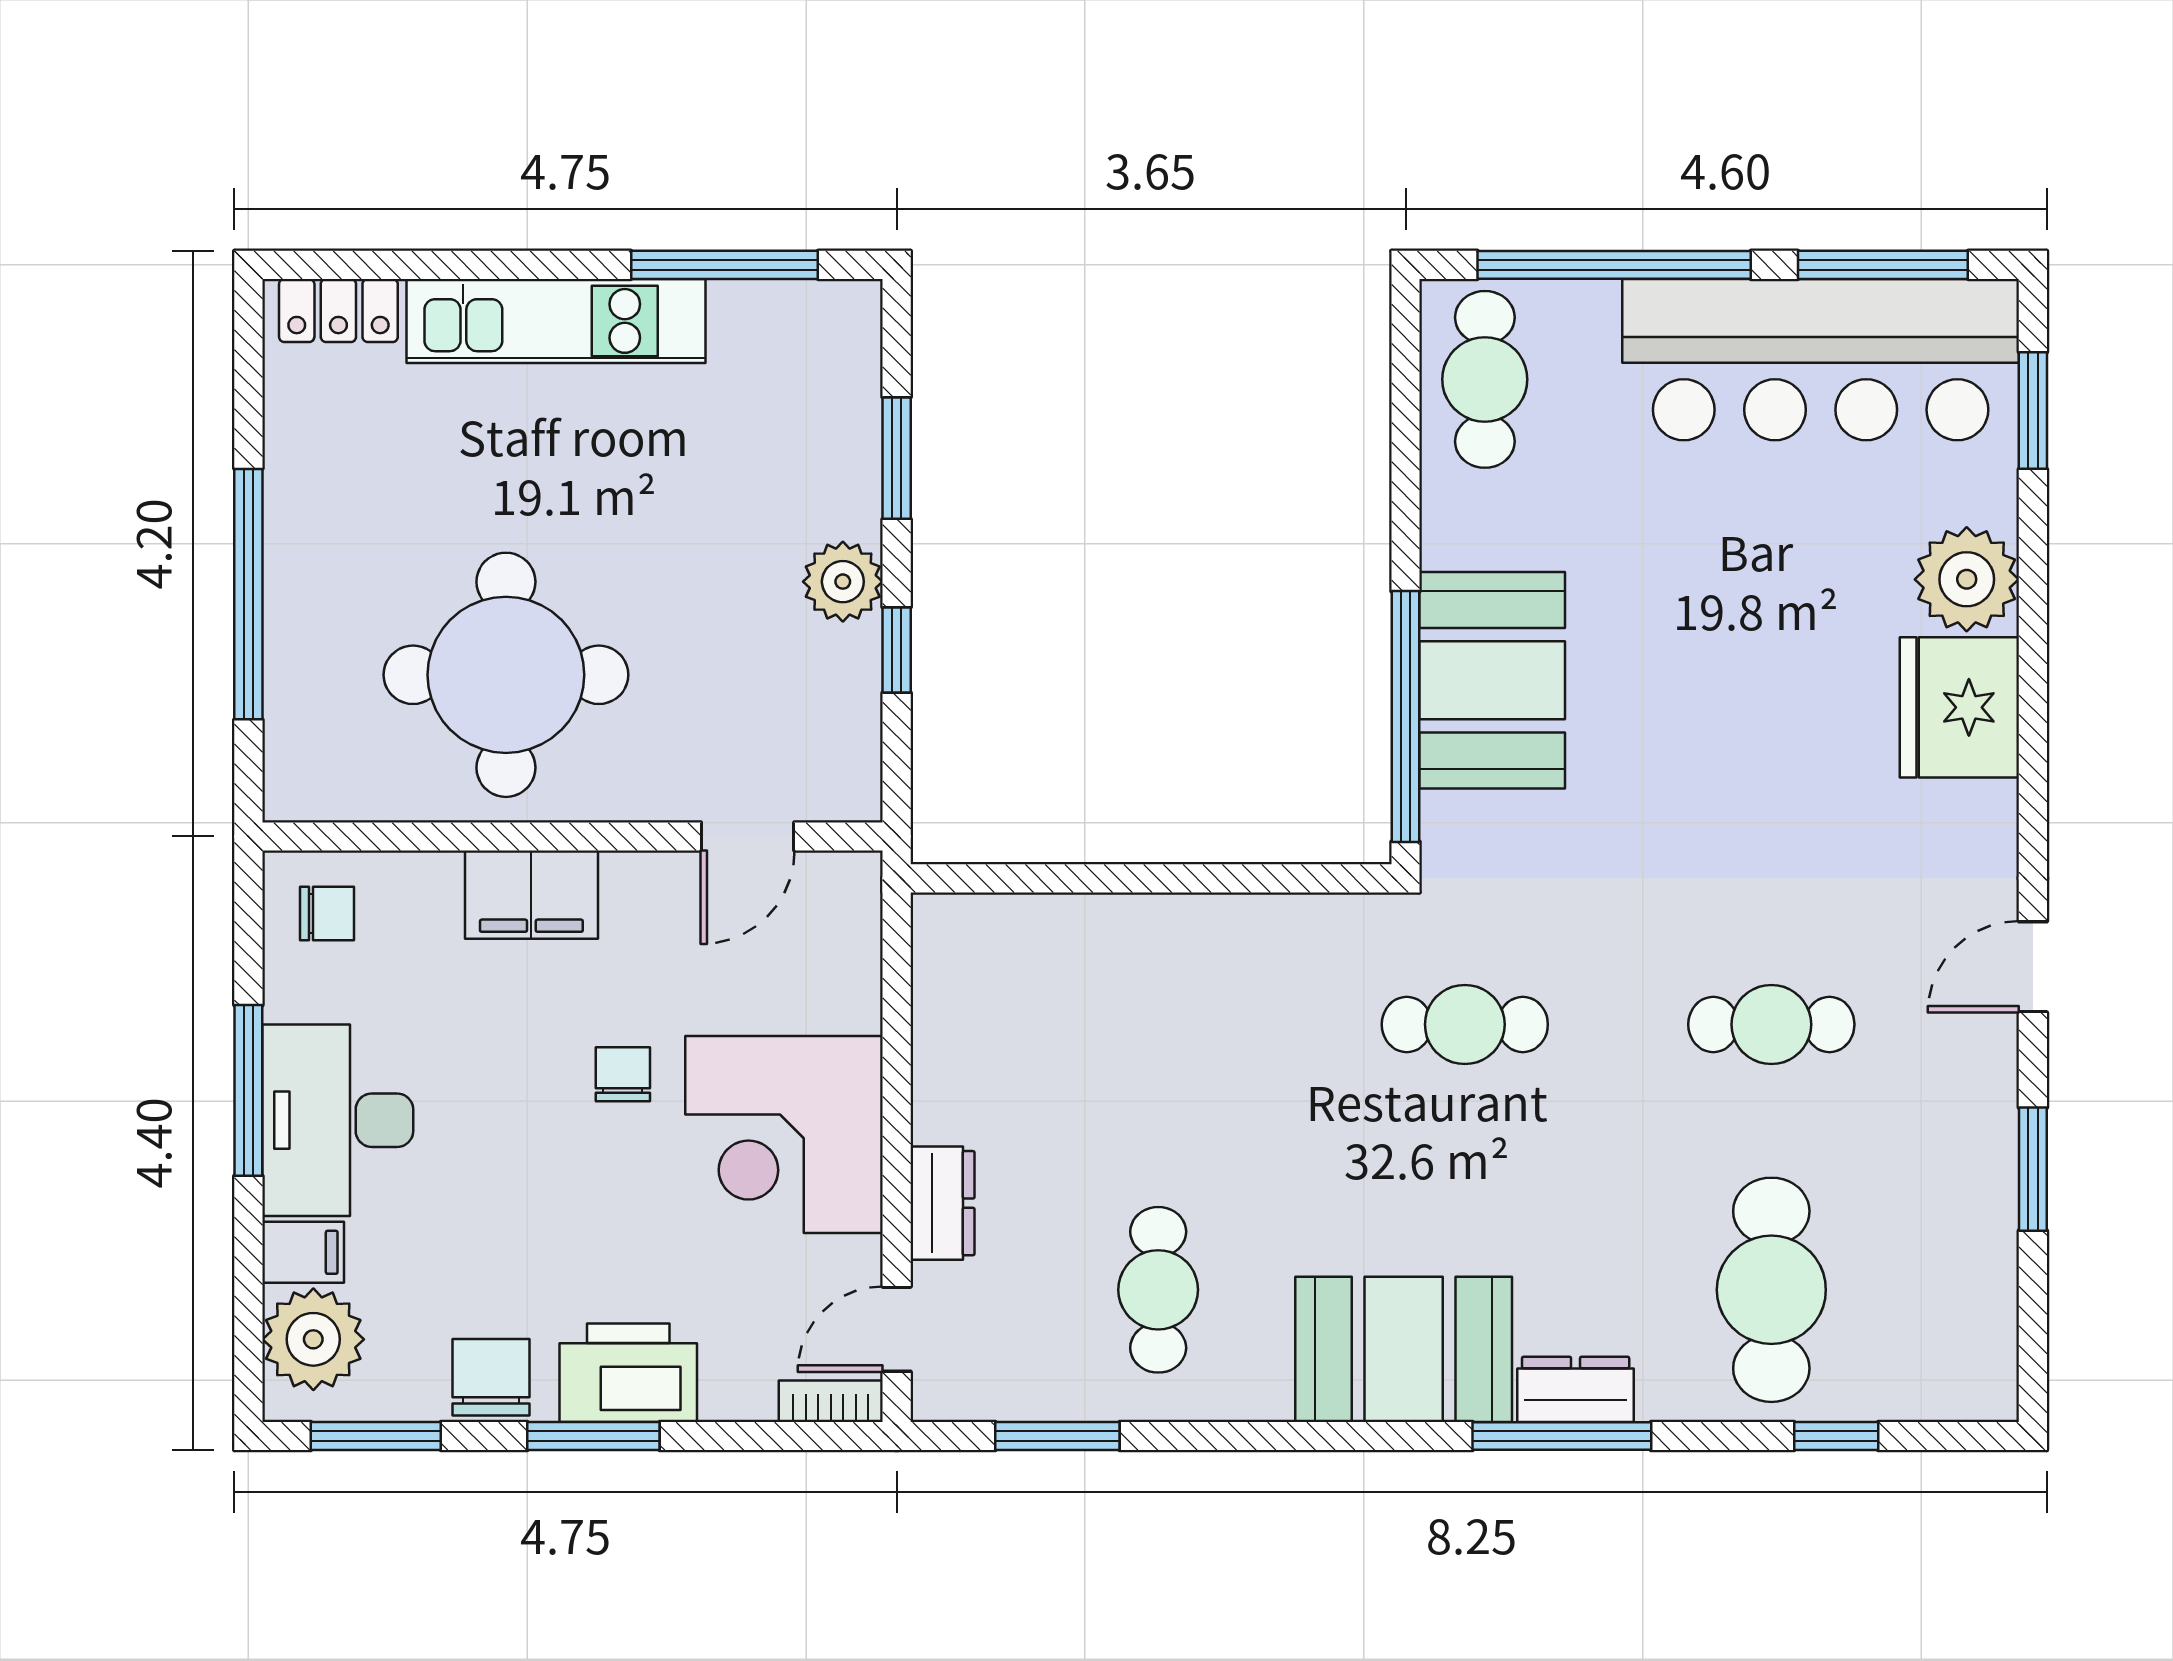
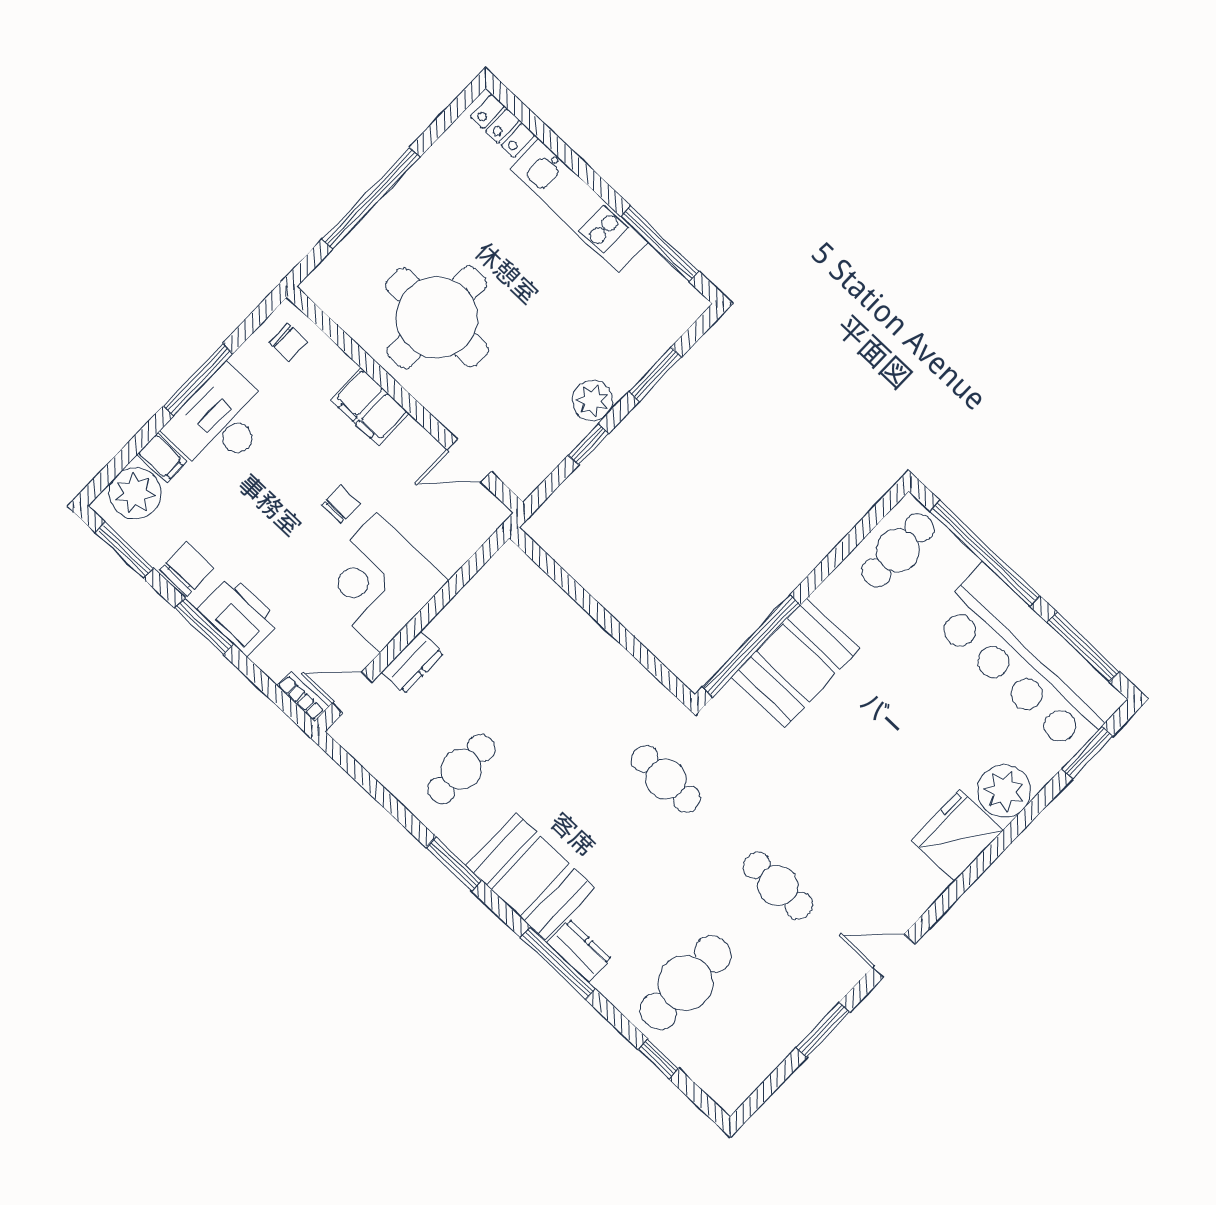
window: (1057, 1436) -> (454, 864), moved

